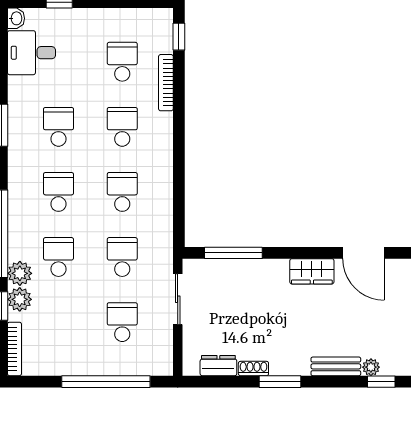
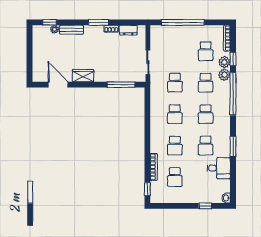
desk: (31, 53) -> (219, 168), moved
school desk: (122, 322) -> (206, 51), moved

